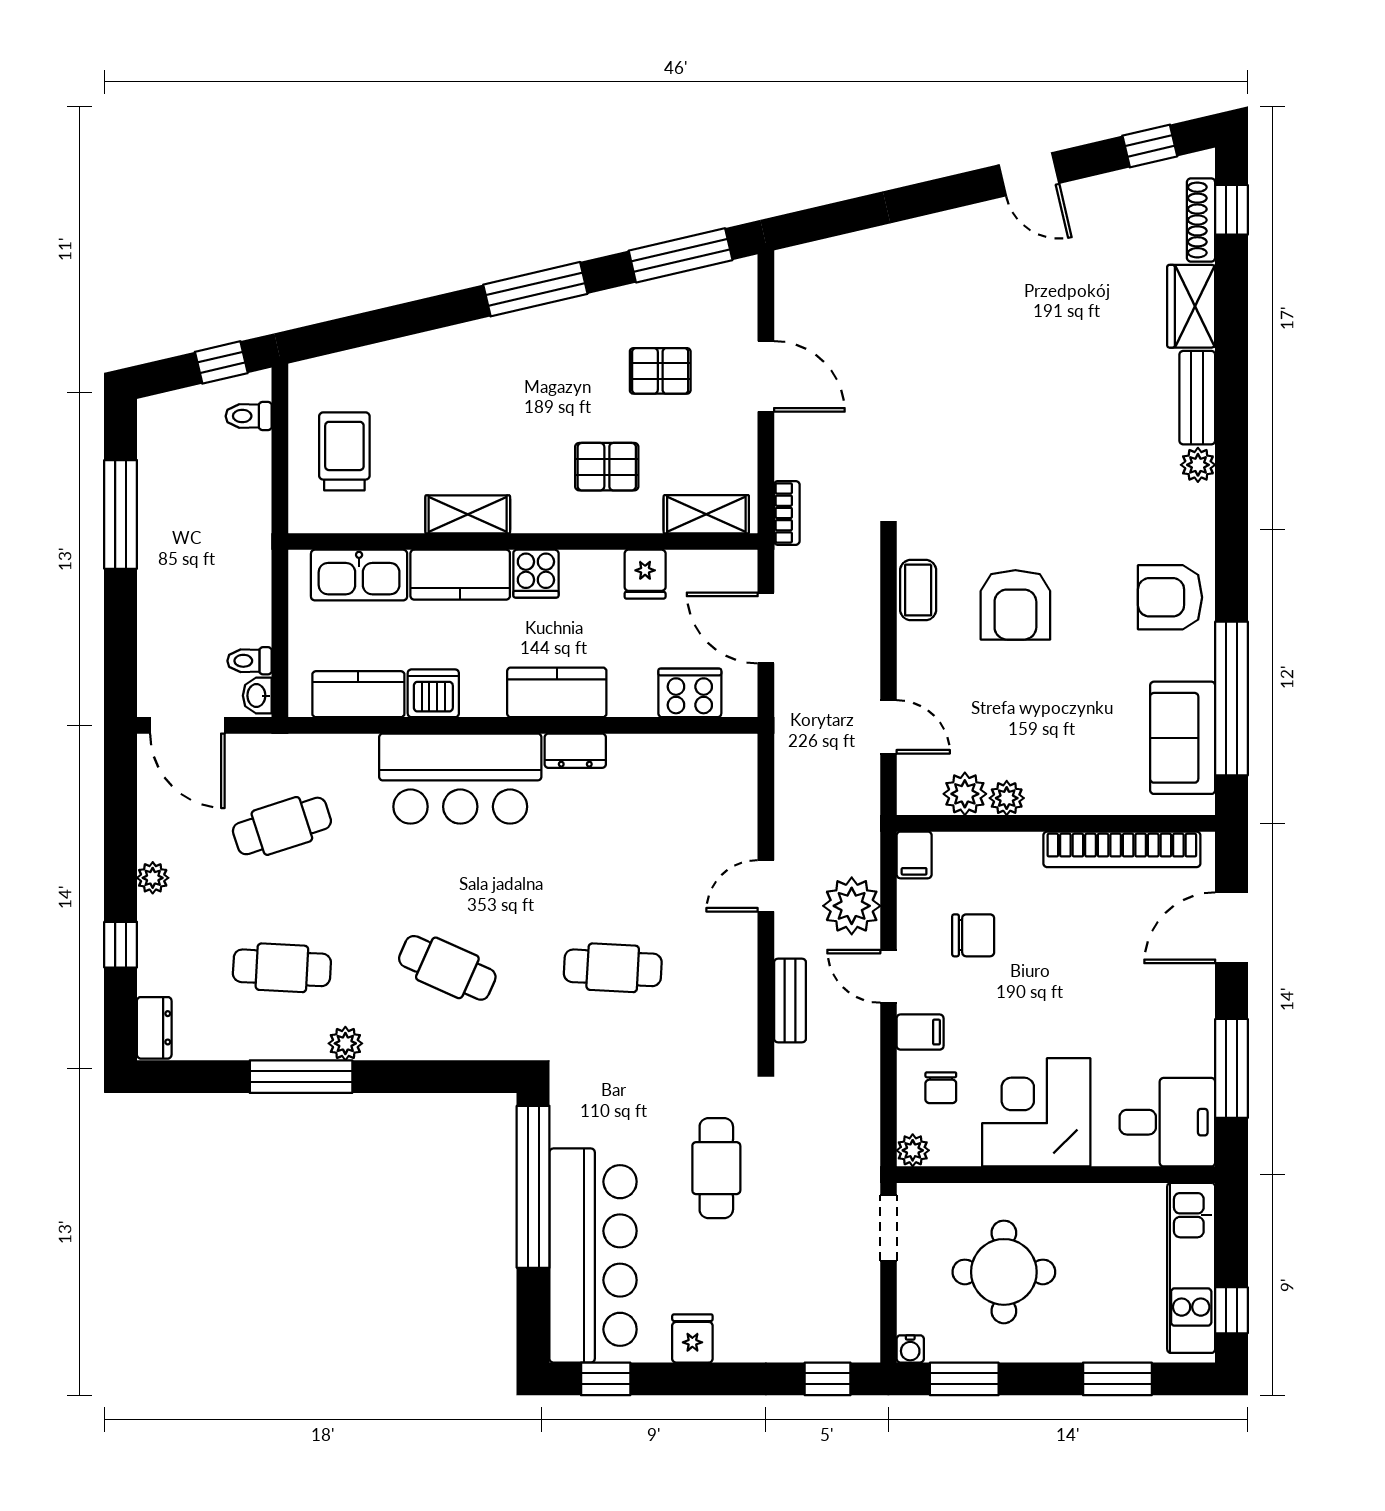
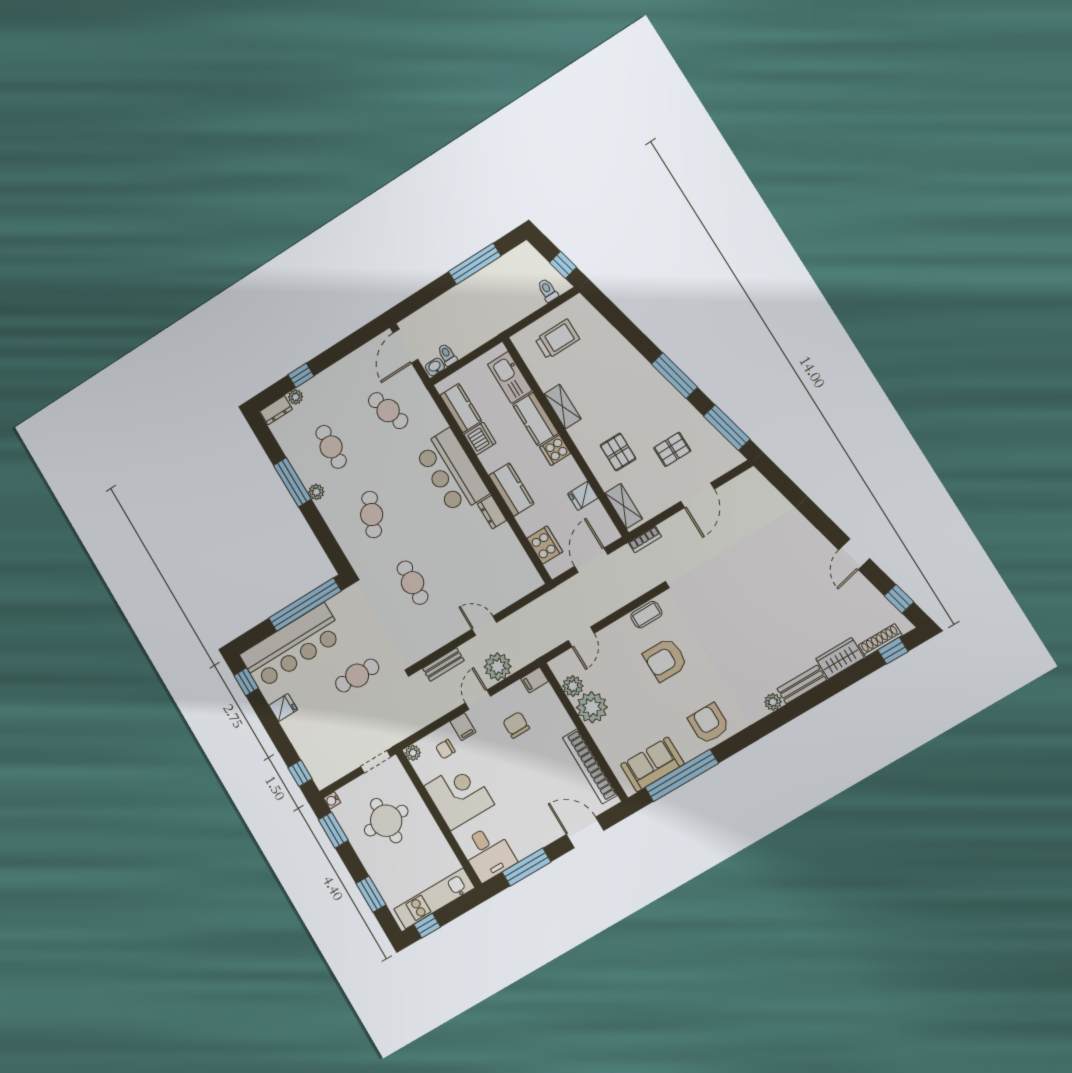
pallet: (660, 371) -> (672, 449), turned 90
plant: (1007, 798) -> (592, 707), width x1.87, depth x1.87
plant: (153, 878) -> (296, 397), moved
chair: (973, 935) -> (516, 725), turned 180

